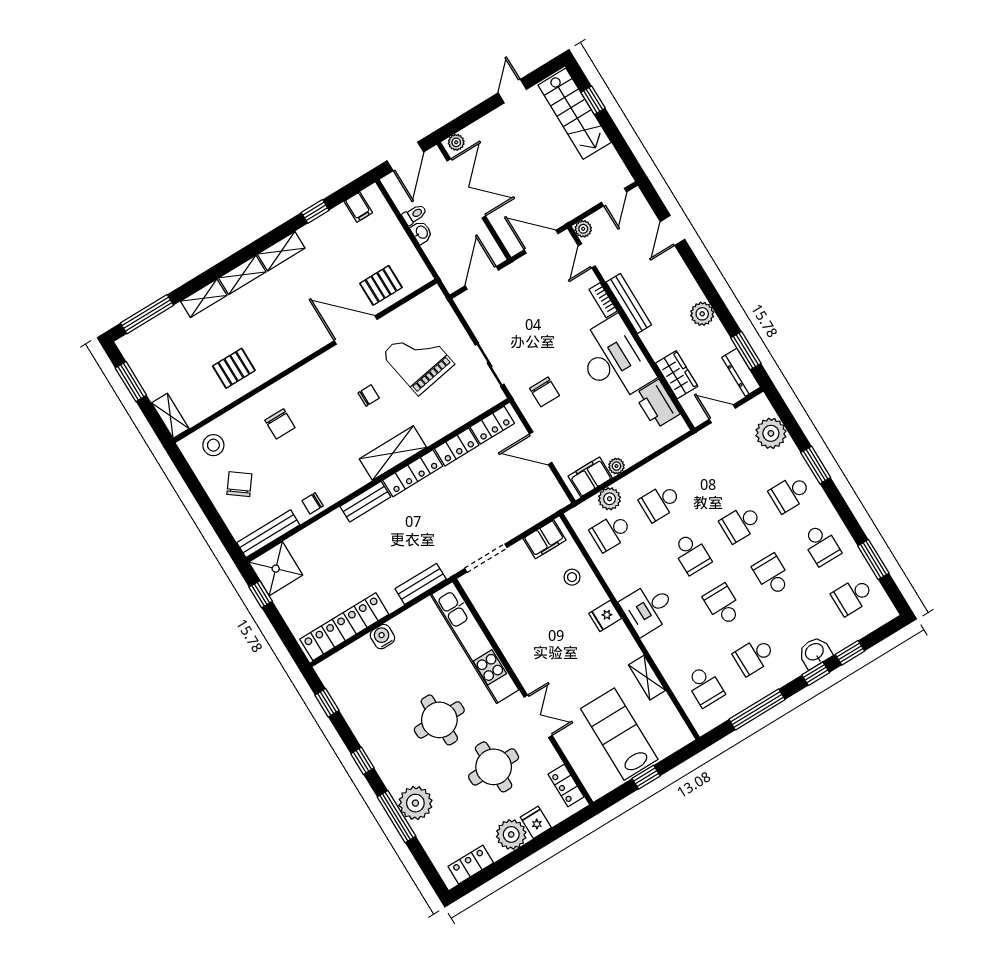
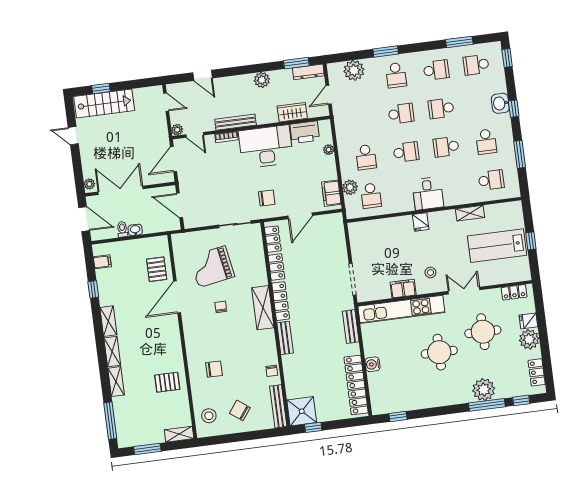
pallet: (234, 368) -> (167, 382), turned 90
plant: (616, 466) -> (329, 150), moved
school desk: (741, 524) -> (401, 114), turned -90
filing cabinet: (545, 539) -> (403, 289), moved, turned -90
stool: (572, 577) -> (430, 273), moved
school desk: (852, 596) -> (476, 65), turned 90
window: (850, 653) -> (507, 58), moved
window: (757, 709) -> (520, 154), width x0.69
window: (362, 761) -> (521, 400), moved

